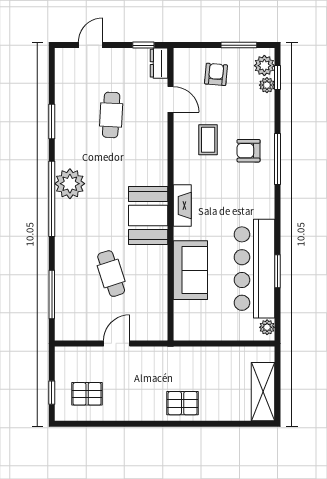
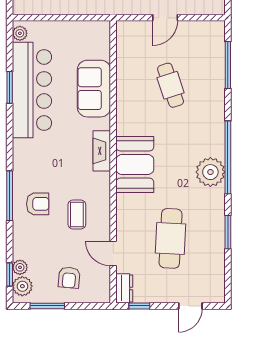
cafe table: (111, 115) -> (171, 238), width x1.37, depth x1.35
booth: (148, 215) -> (135, 165), moved

